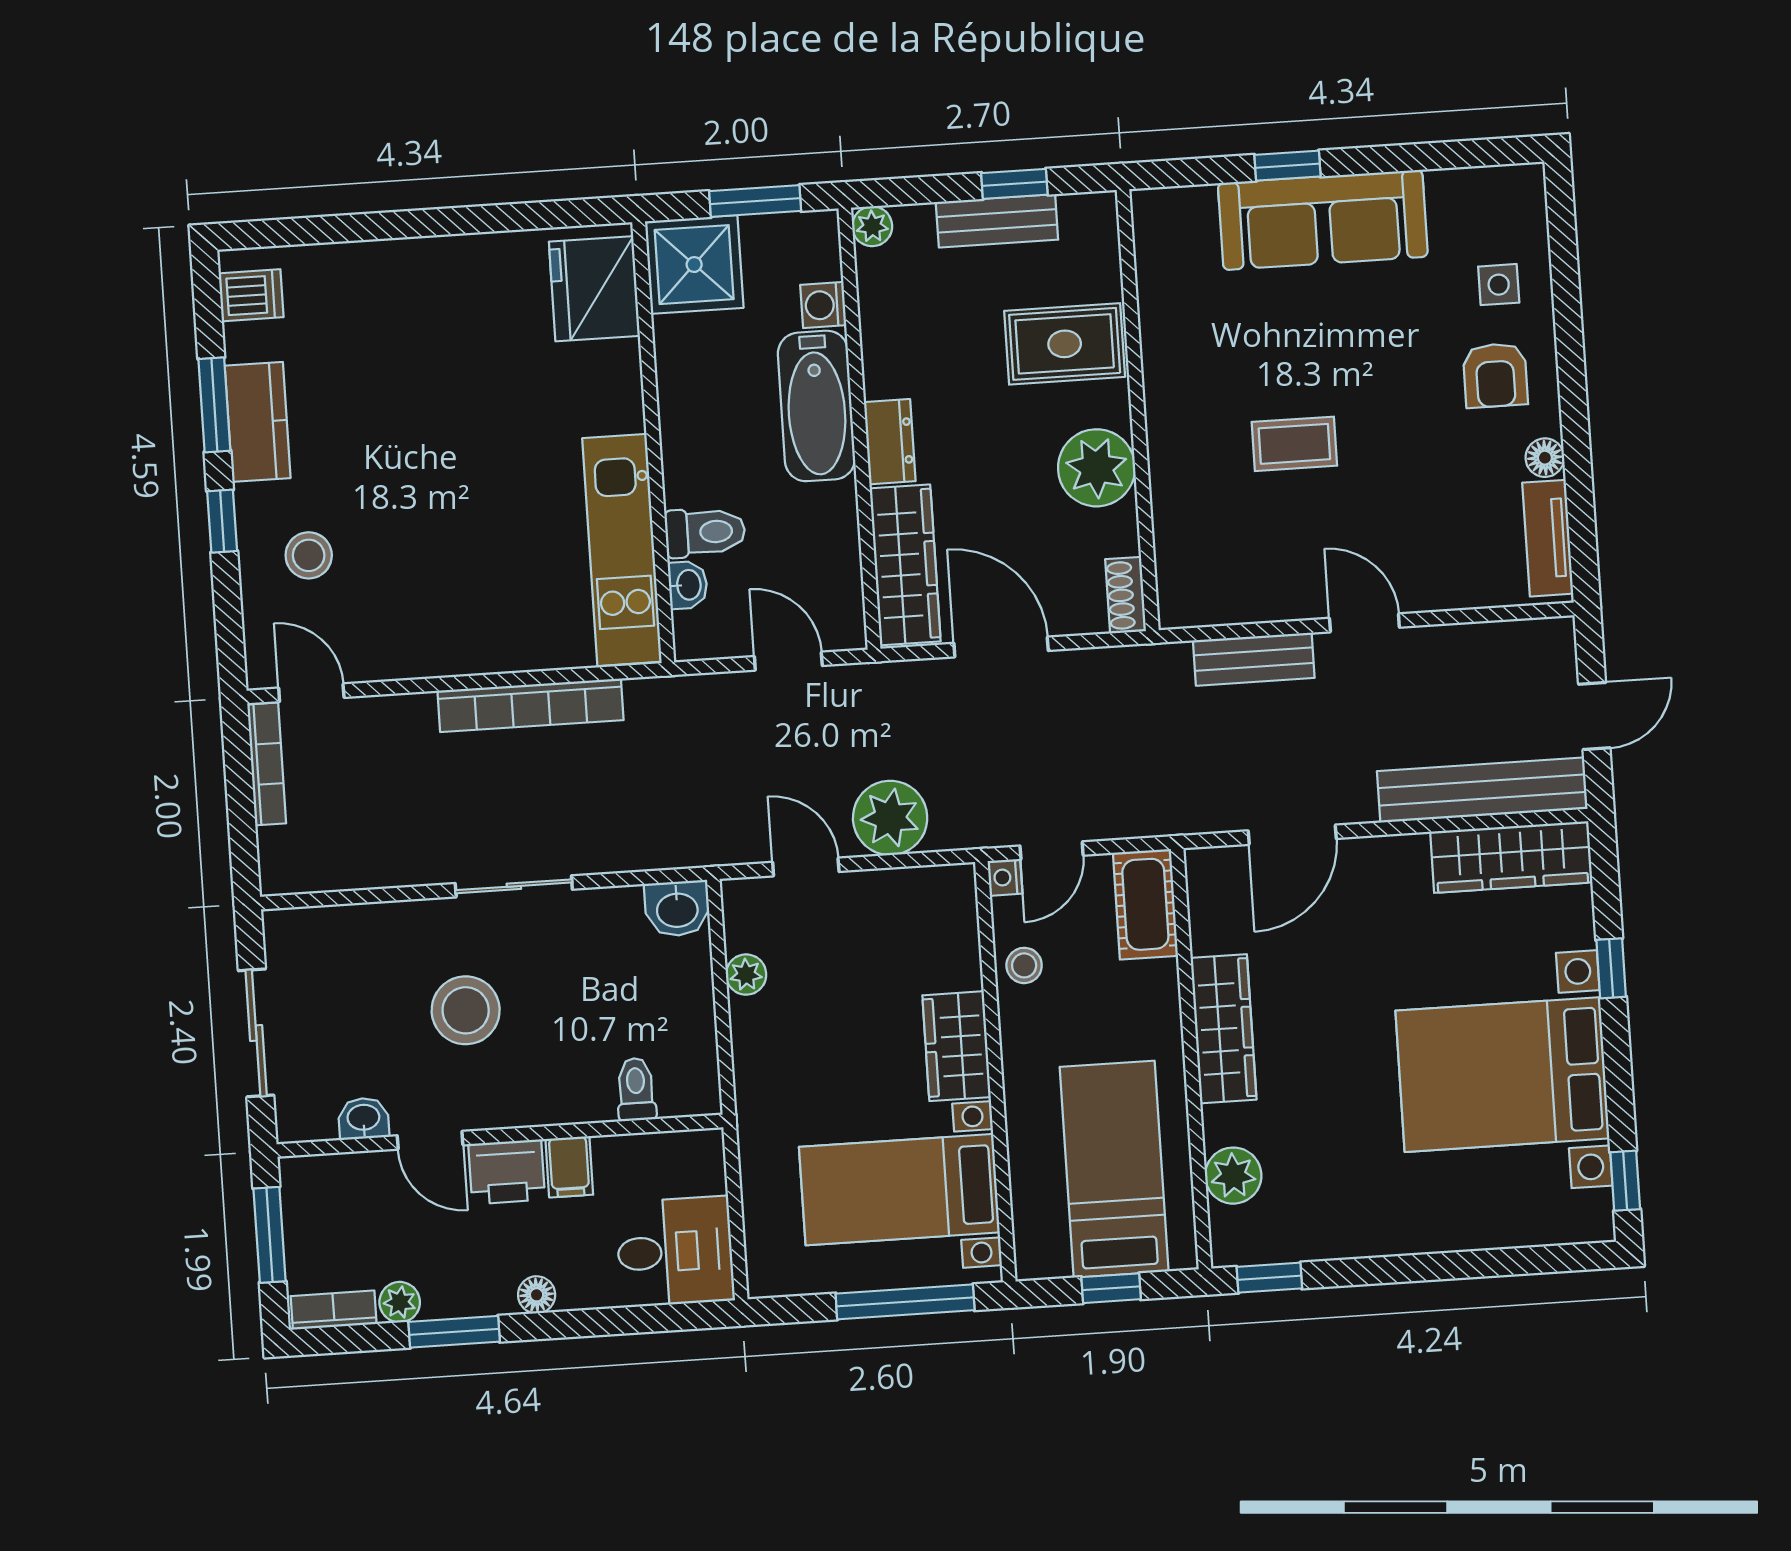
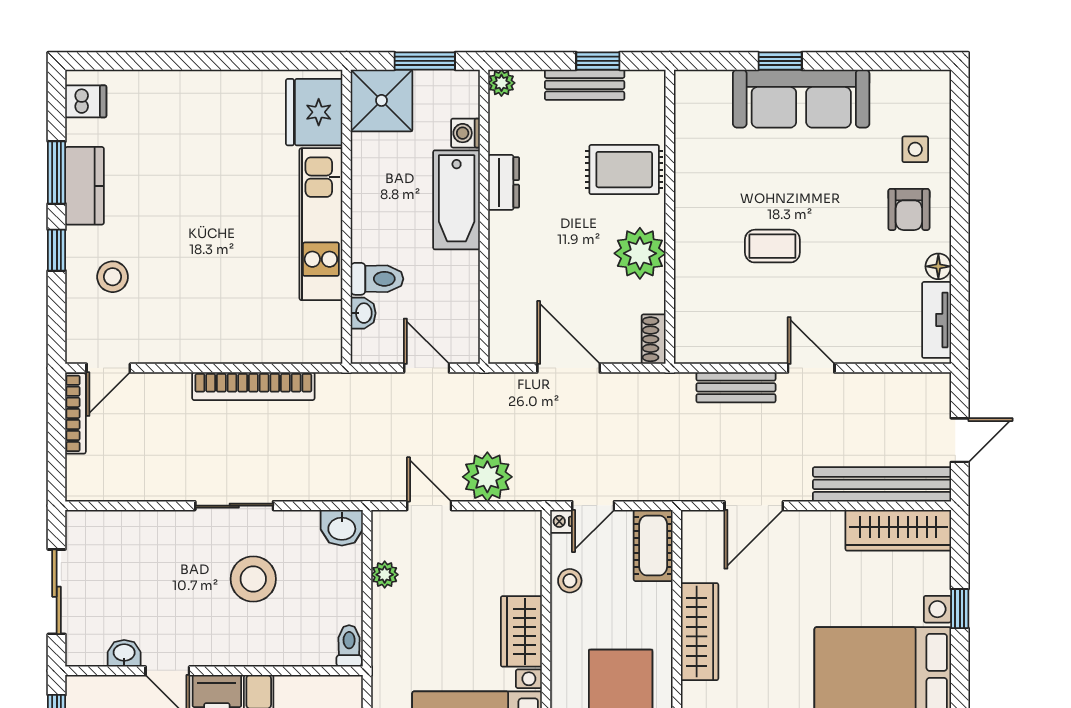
dresser: (890, 442) -> (504, 182), moved
kitchen unit: (622, 550) -> (321, 224), moved
wardrobe: (905, 565) -> (508, 309), removed
door: (311, 693) -> (108, 368), swing flipped
stool: (466, 1010) -> (253, 579), moved
toilet: (636, 1089) -> (349, 646), moved

